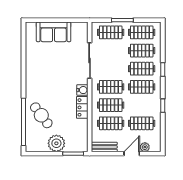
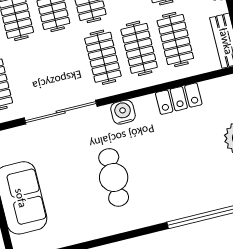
locker: (82, 107) -> (179, 99), moved
cafe table: (41, 115) -> (114, 177), moved, turned -53

